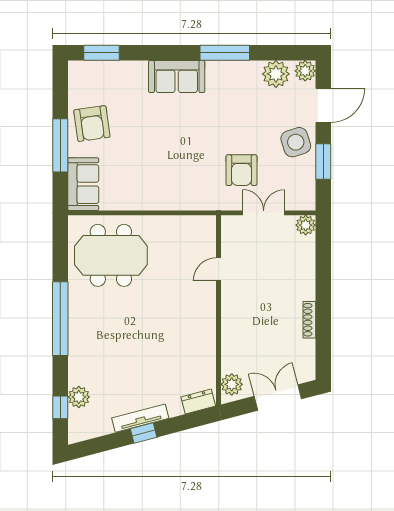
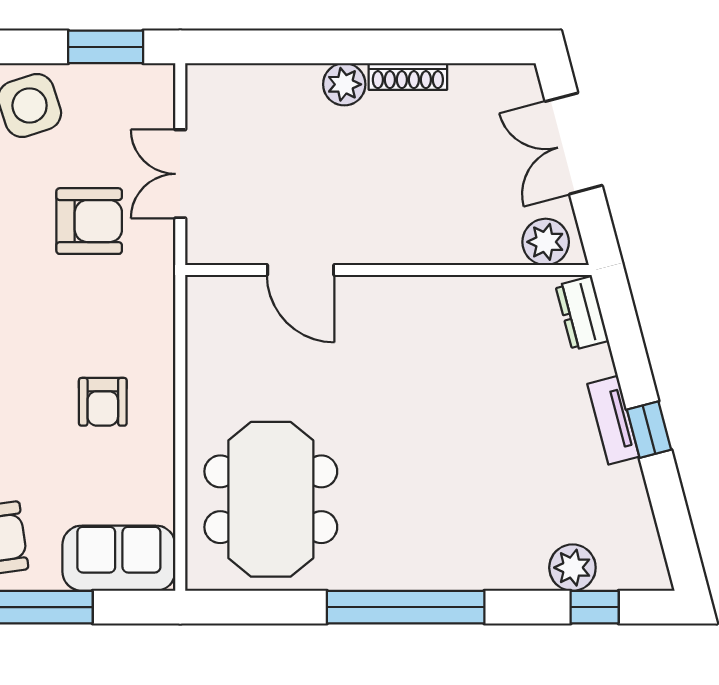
window: (323, 162) -> (106, 47), moved
armchair: (157, 177) -> (103, 402), added
plant: (306, 225) -> (344, 84), moved
door: (219, 269) -> (301, 270), width x1.38
tv unit: (140, 418) -> (613, 420), width x0.71

